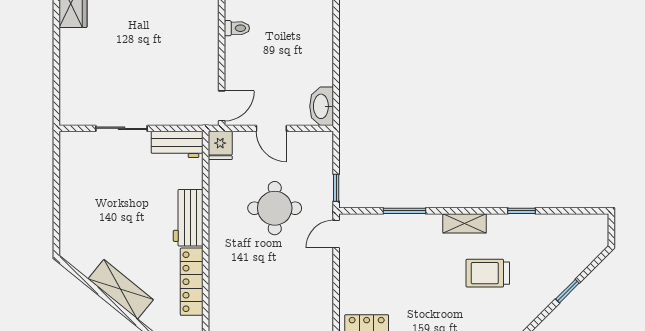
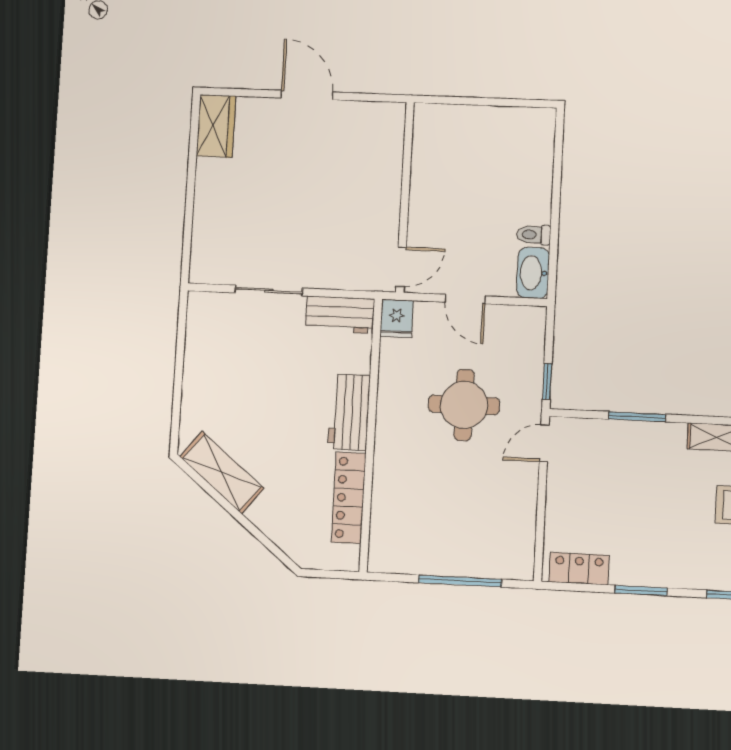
toilet: (237, 28) -> (534, 235), moved, turned 180
shelving: (121, 289) -> (222, 472), moved

